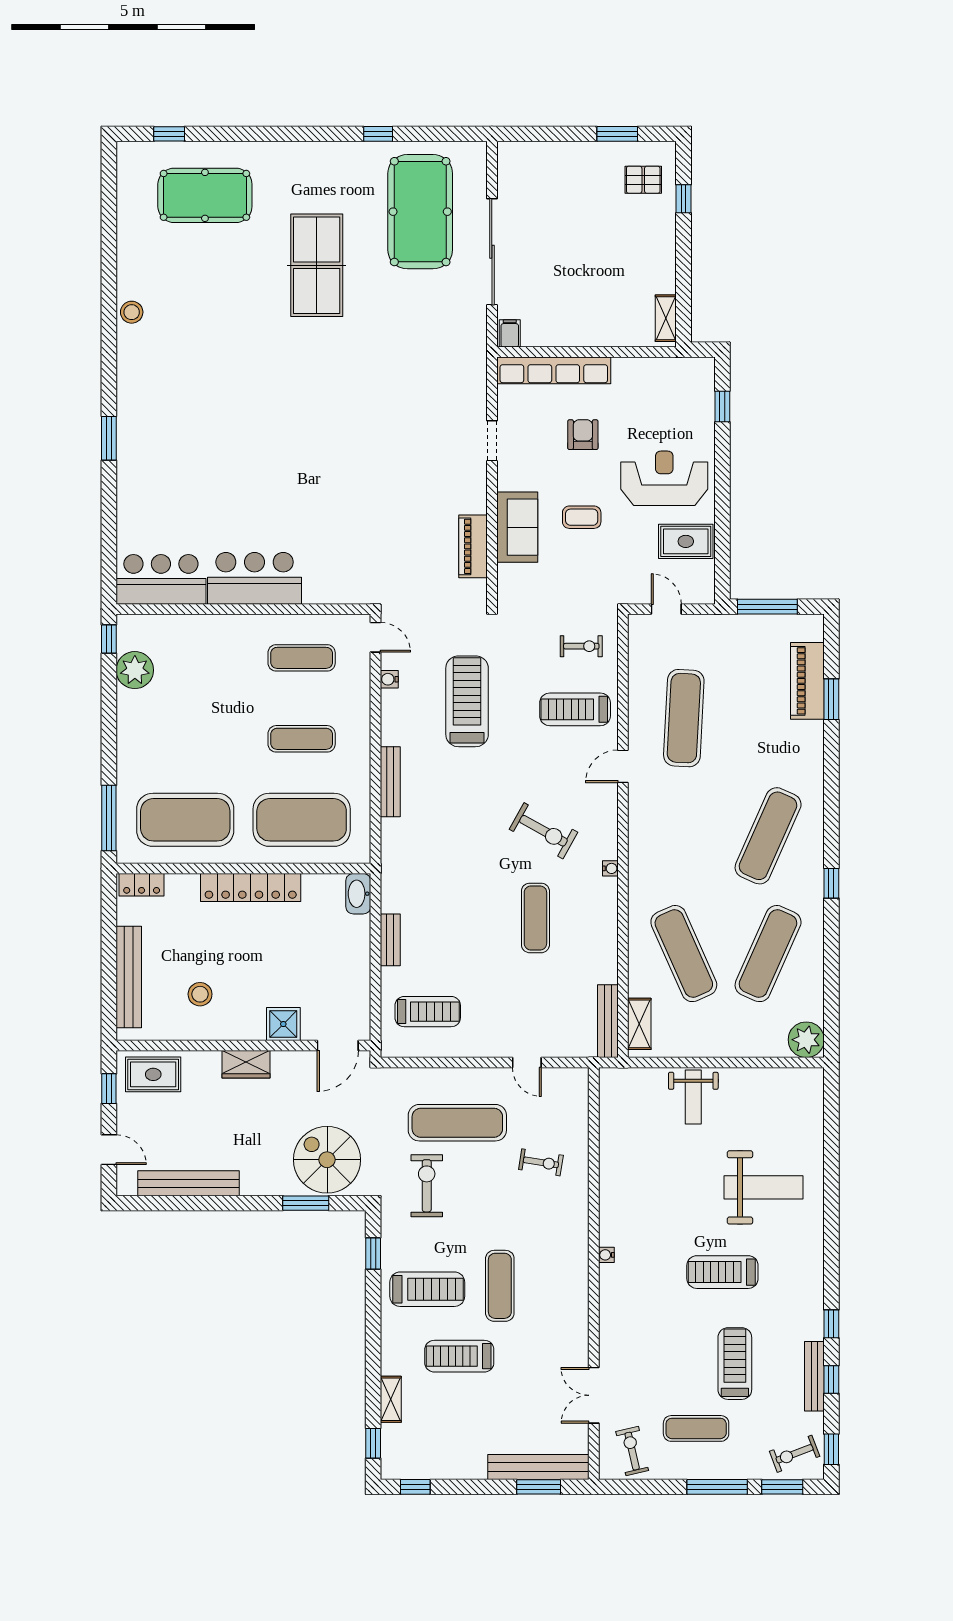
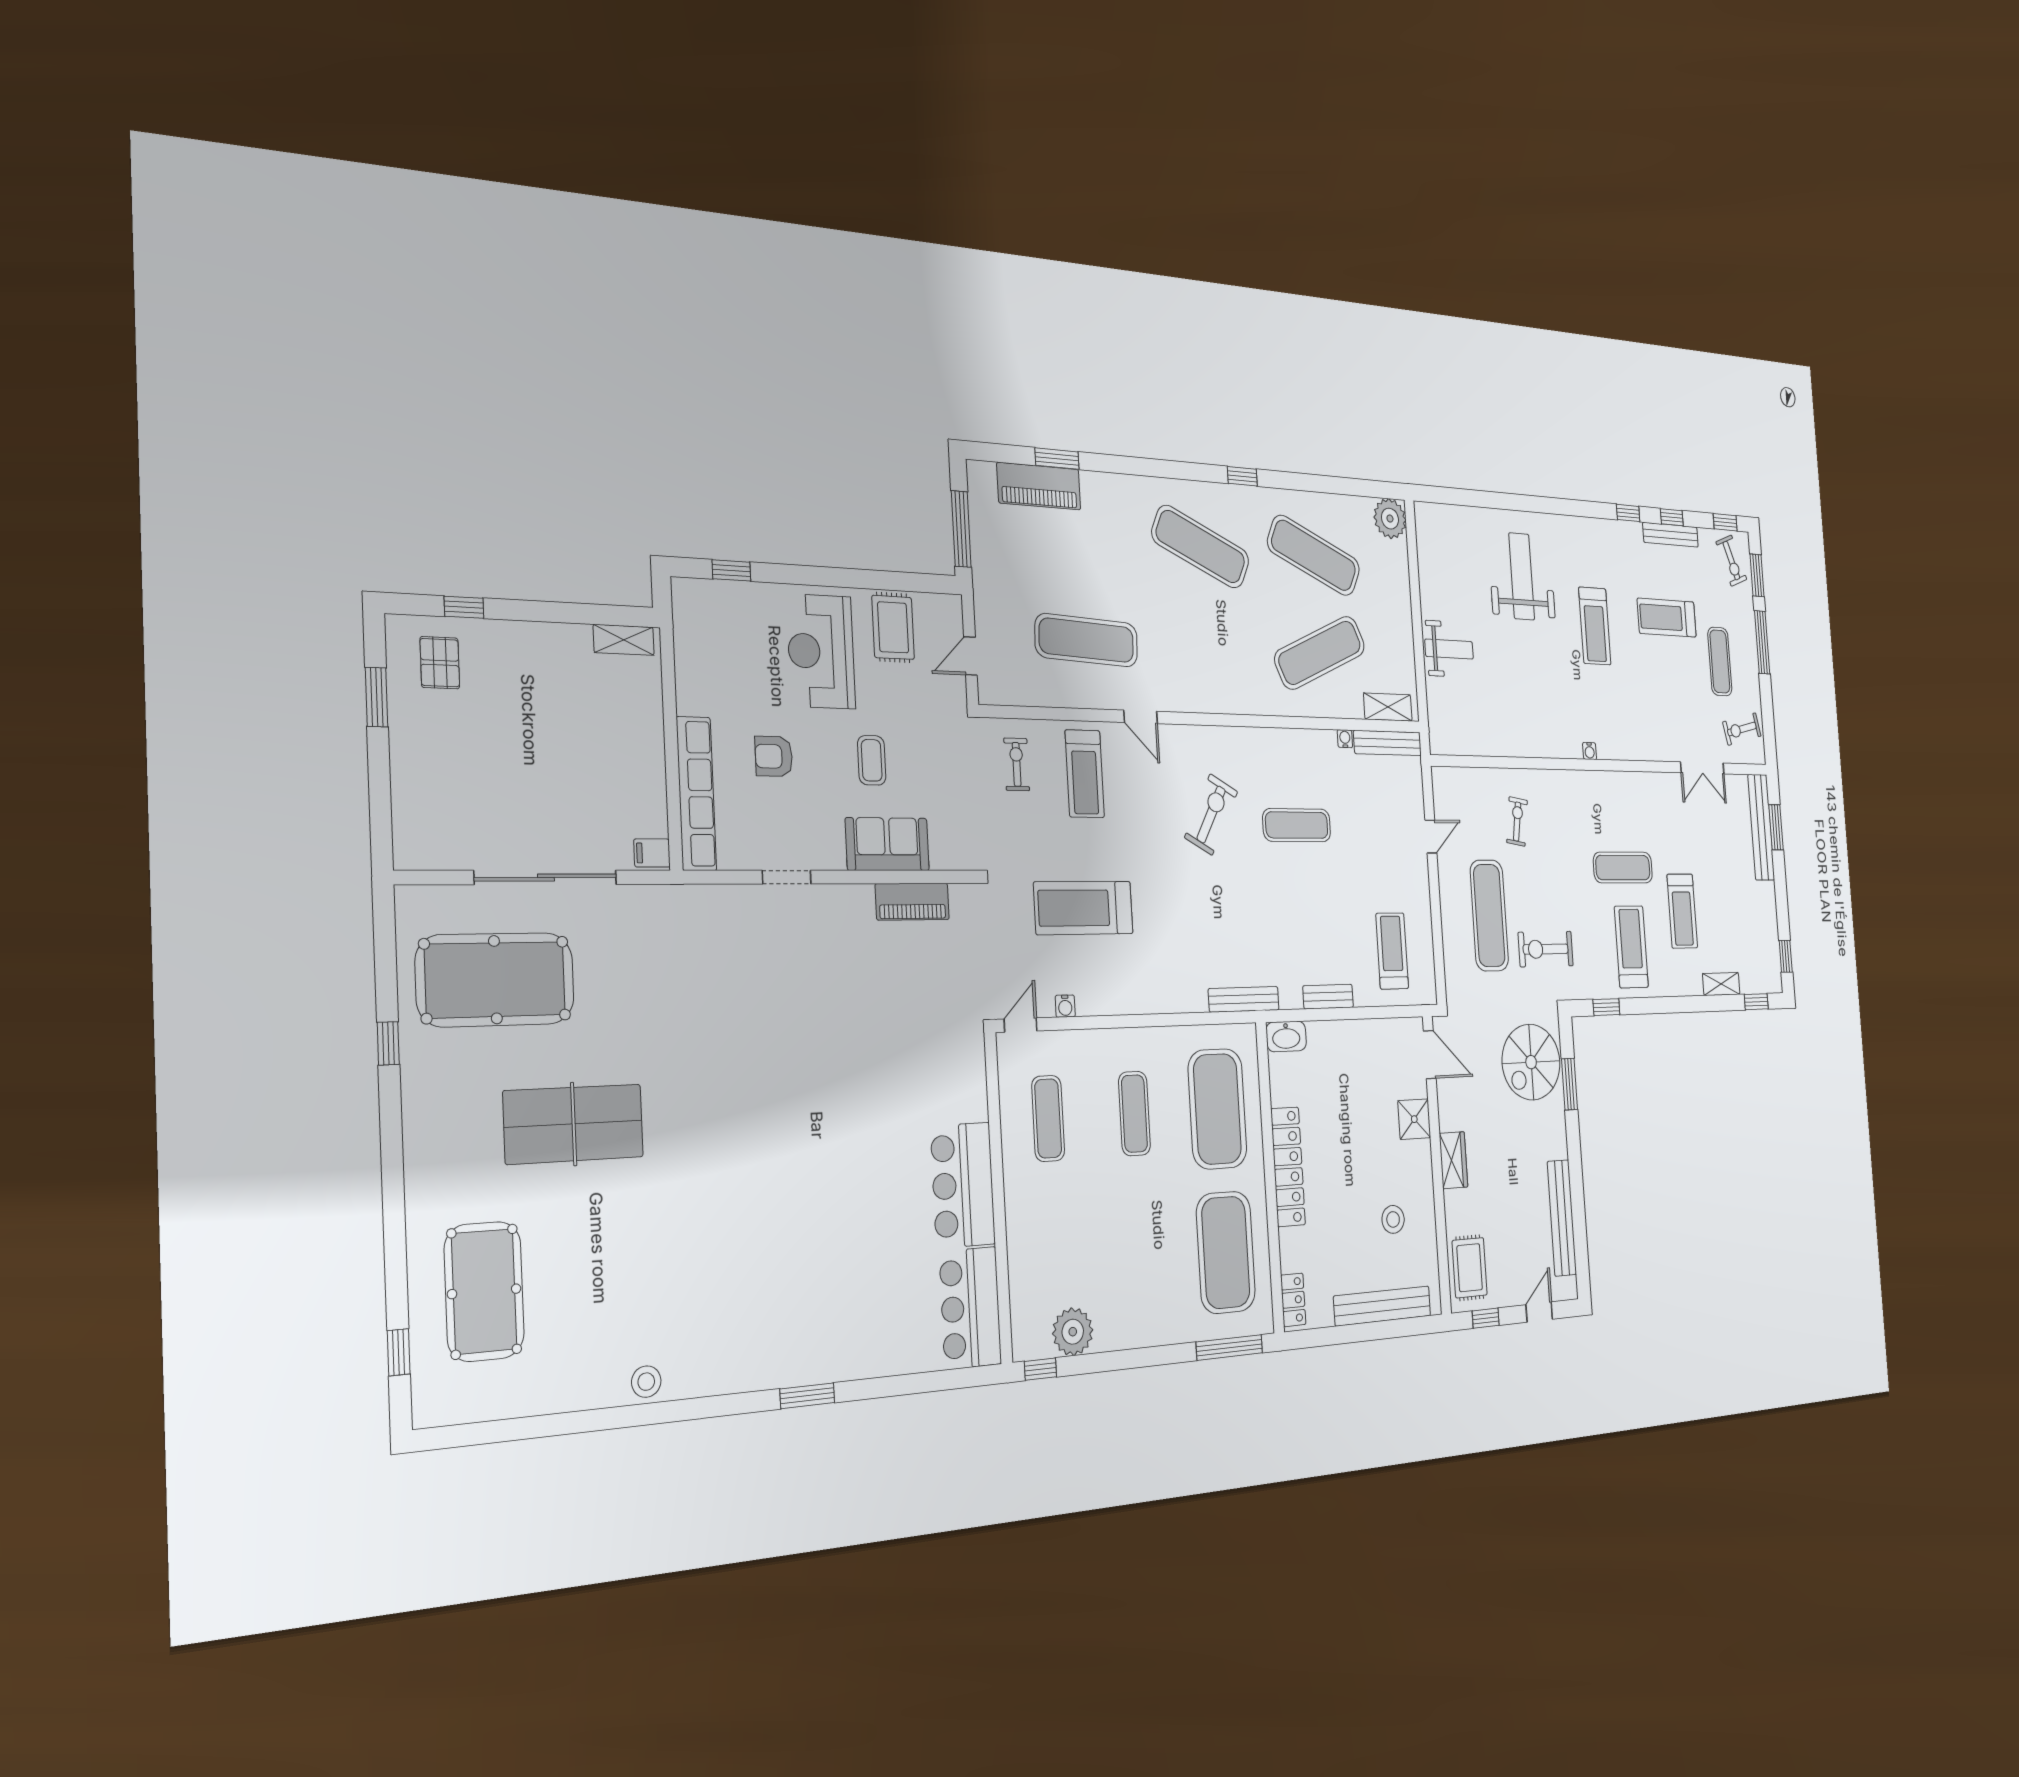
bench: (390, 782) -> (1244, 999), moved
water cooler: (610, 868) -> (1345, 739), moved

